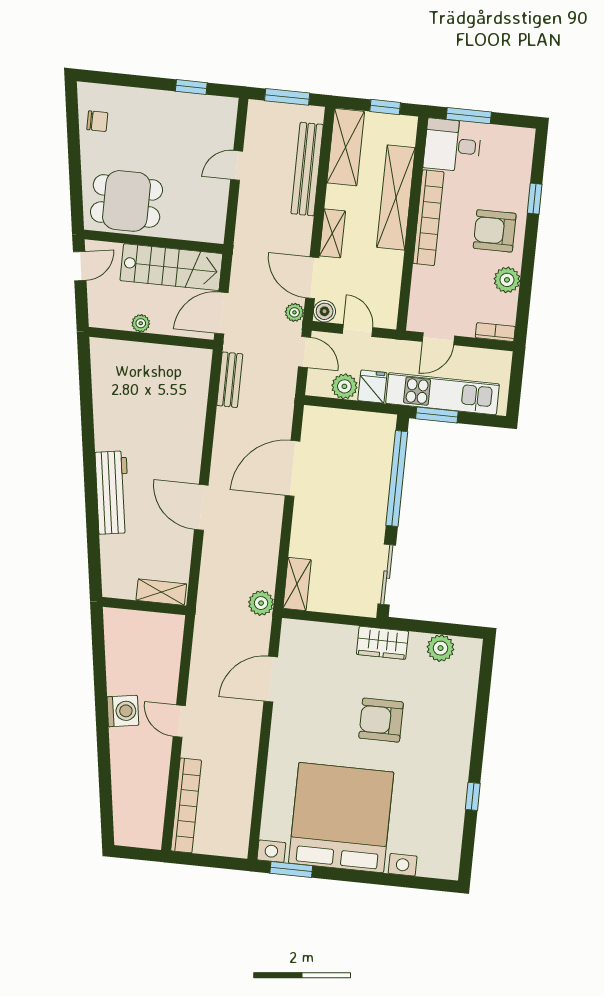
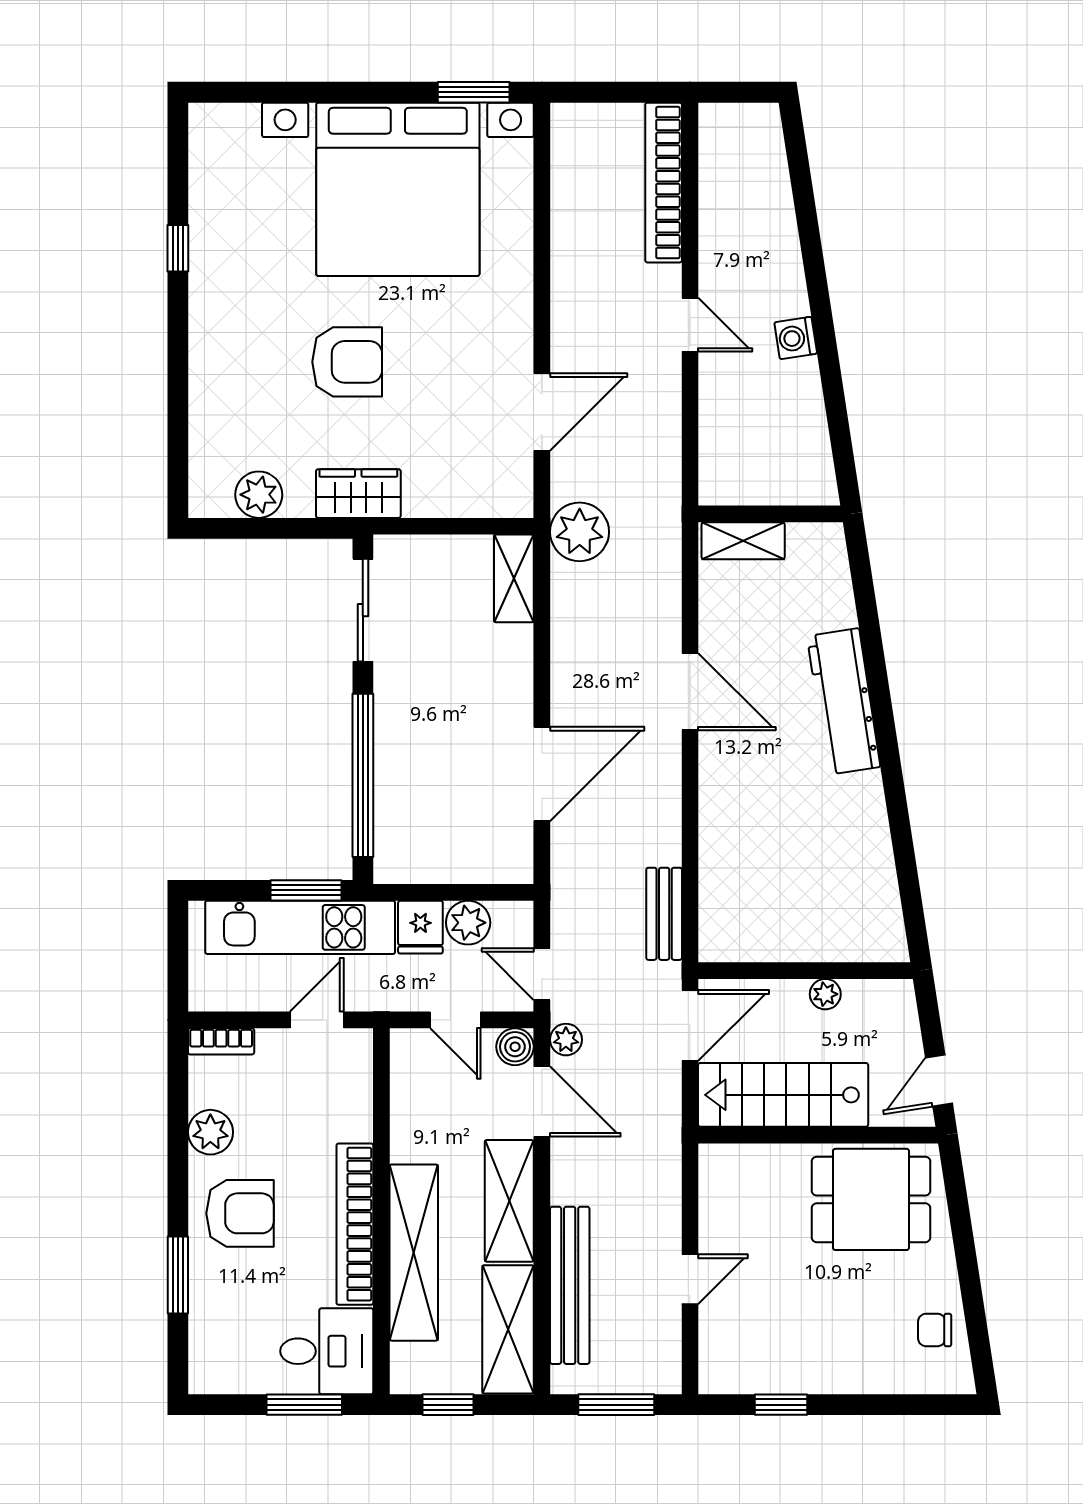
window: (535, 199) -> (178, 1275), width x1.50
shelving: (332, 233) -> (509, 1201), width x1.50, depth x1.33
plant: (261, 603) -> (580, 532), width x1.36, depth x1.36
washing machine: (123, 711) -> (796, 338), width x0.73, depth x0.73

